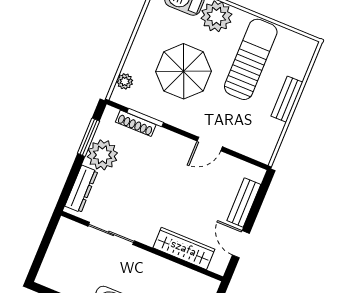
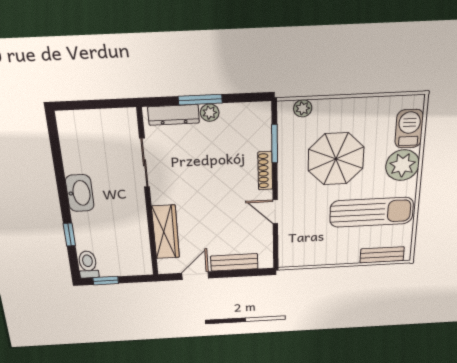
bench: (287, 99) -> (382, 255), moved
shoe rack: (136, 123) -> (265, 171), moved
window: (89, 137) -> (200, 100), moved
plant: (102, 155) -> (210, 113), width x0.53, depth x0.53

